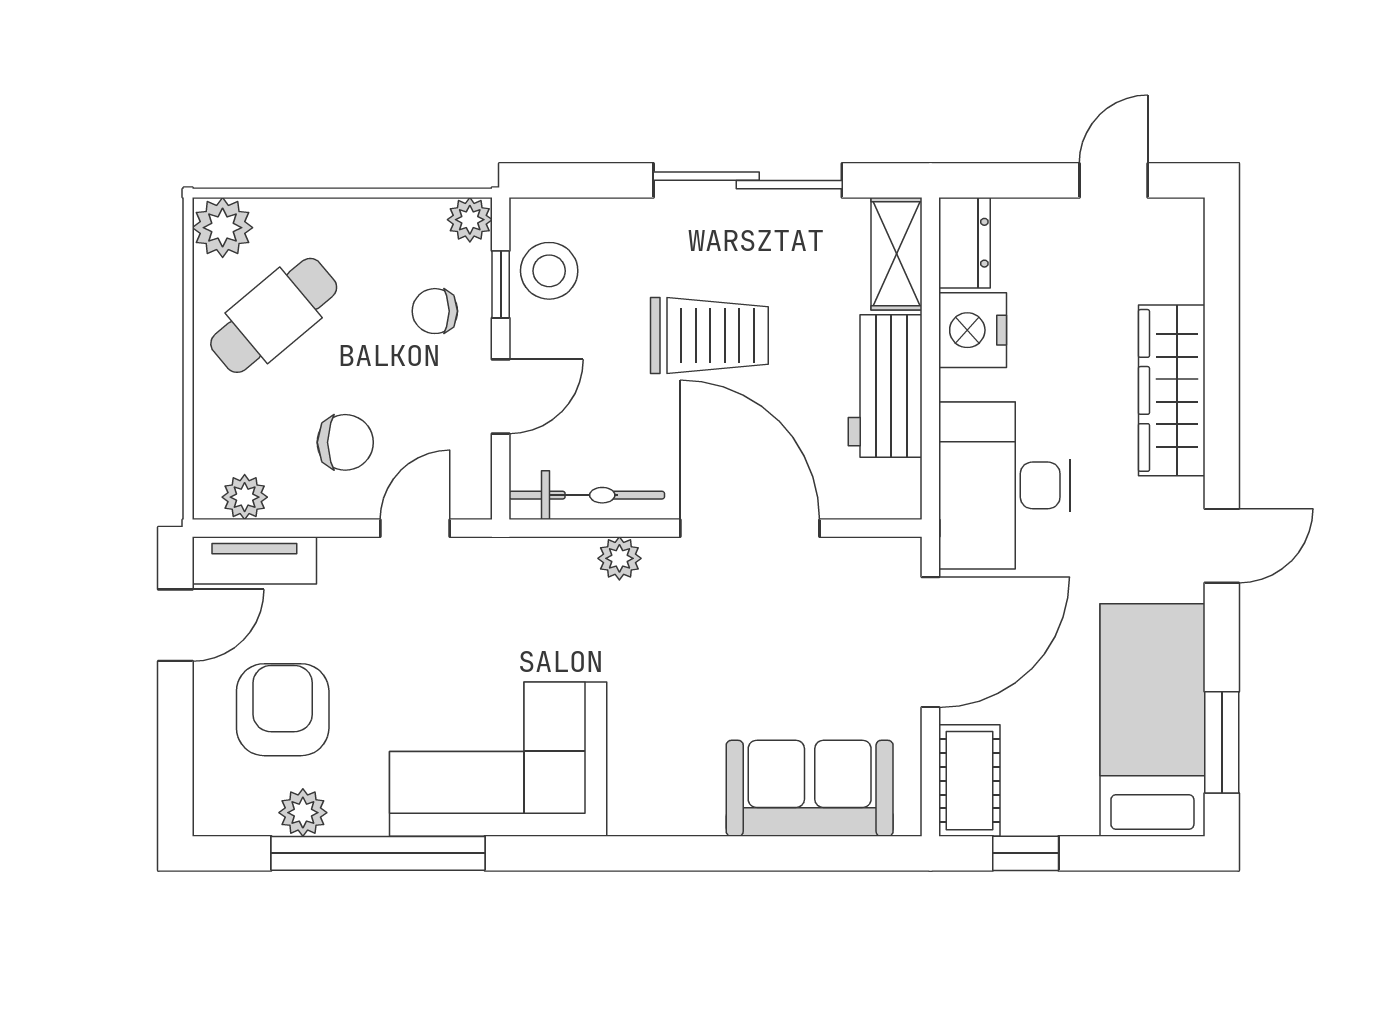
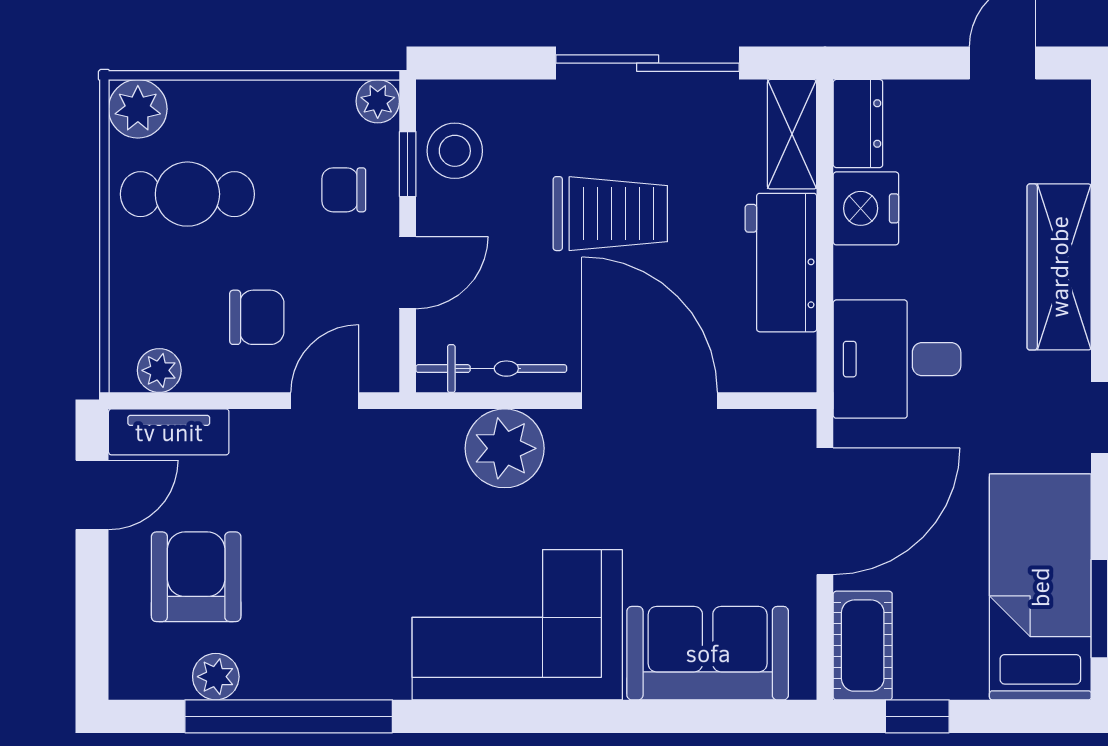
cafe table: (274, 315) -> (187, 194), turned 40
desk: (1005, 485) -> (897, 359), width x0.73
plant: (619, 558) -> (505, 448), width x1.87, depth x1.87
corner sofa: (498, 759) -> (517, 625), moved

